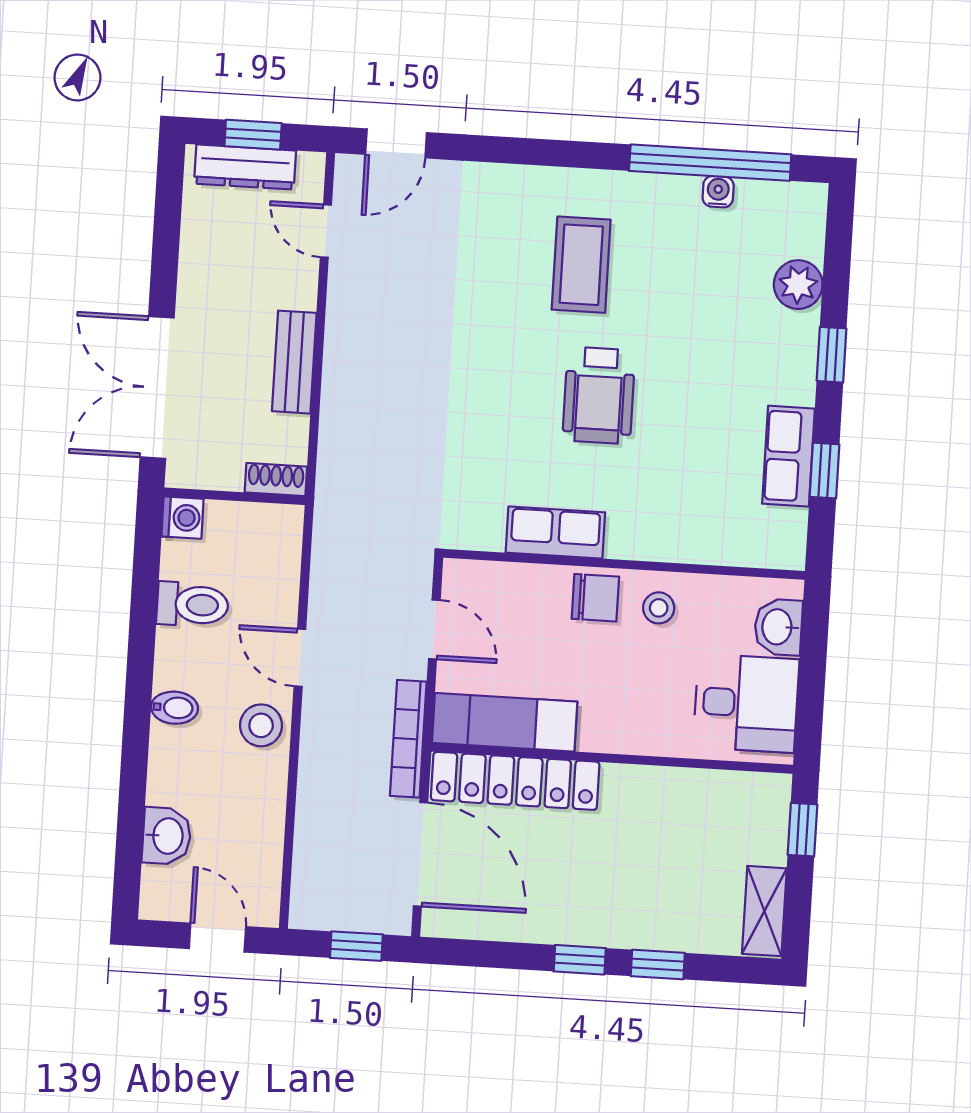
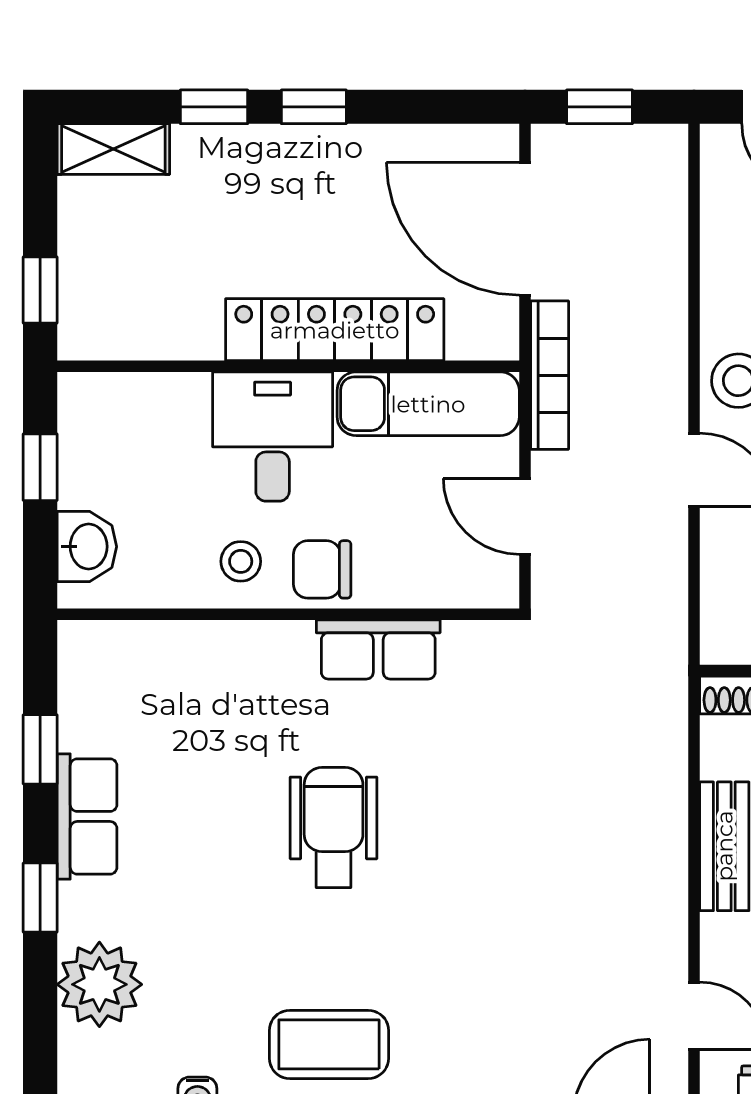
coffee table: (581, 265) -> (329, 1044), moved, turned 90
plant: (798, 285) -> (99, 984), width x1.36, depth x1.36
row of seats: (789, 456) -> (87, 816), moved
window: (811, 691) -> (40, 467), added
desk: (746, 703) -> (273, 436), moved, turned 90
locker: (515, 781) -> (335, 330), moved
shelving: (764, 911) -> (113, 149), moved, turned 90

